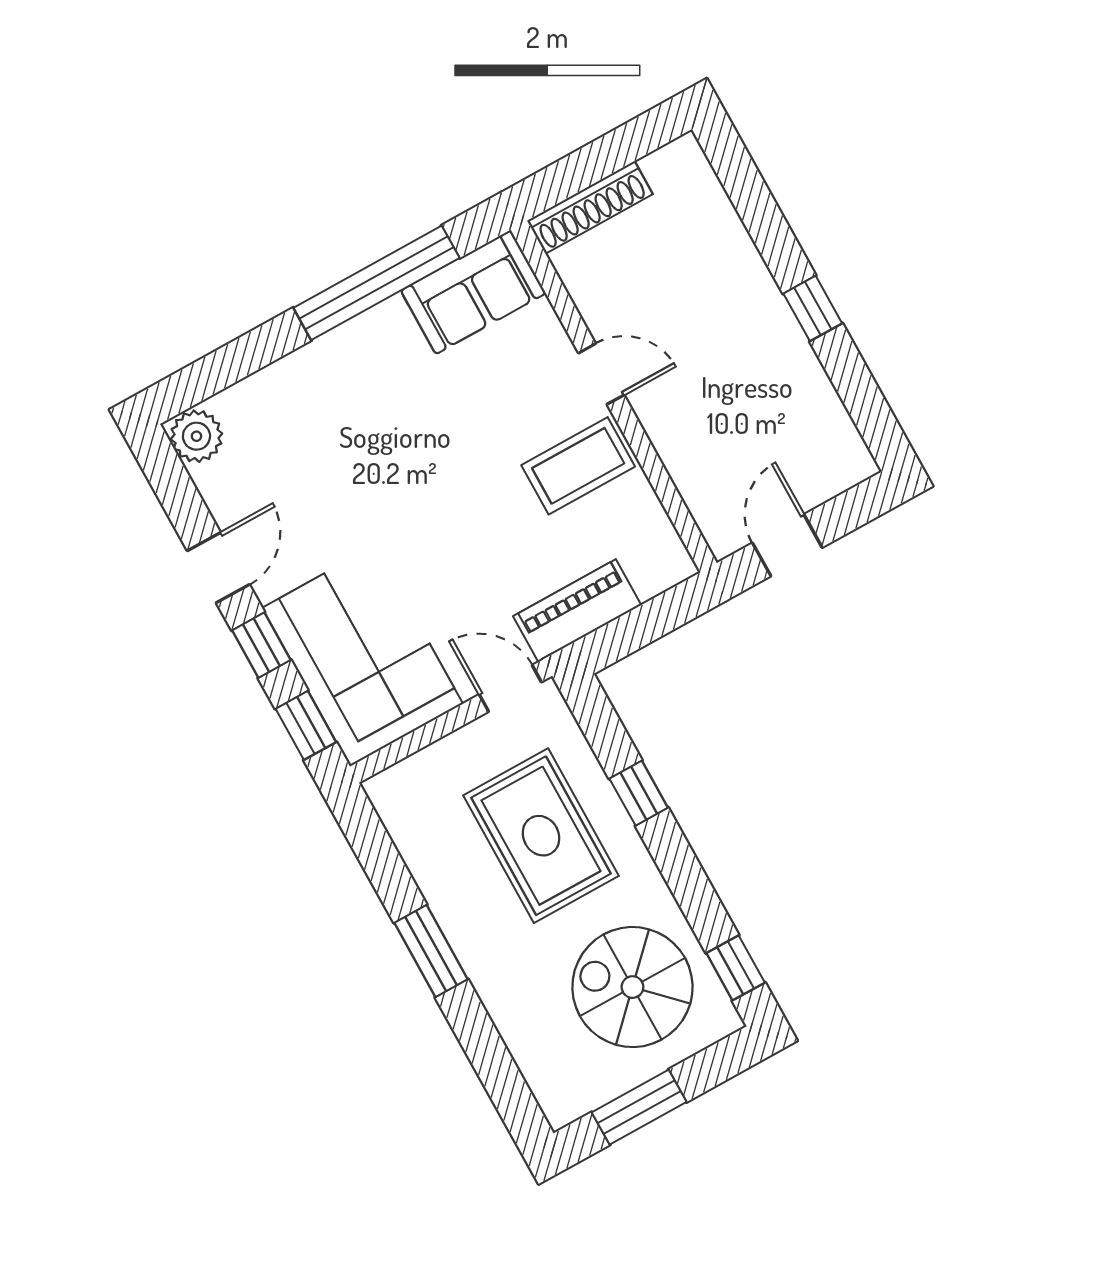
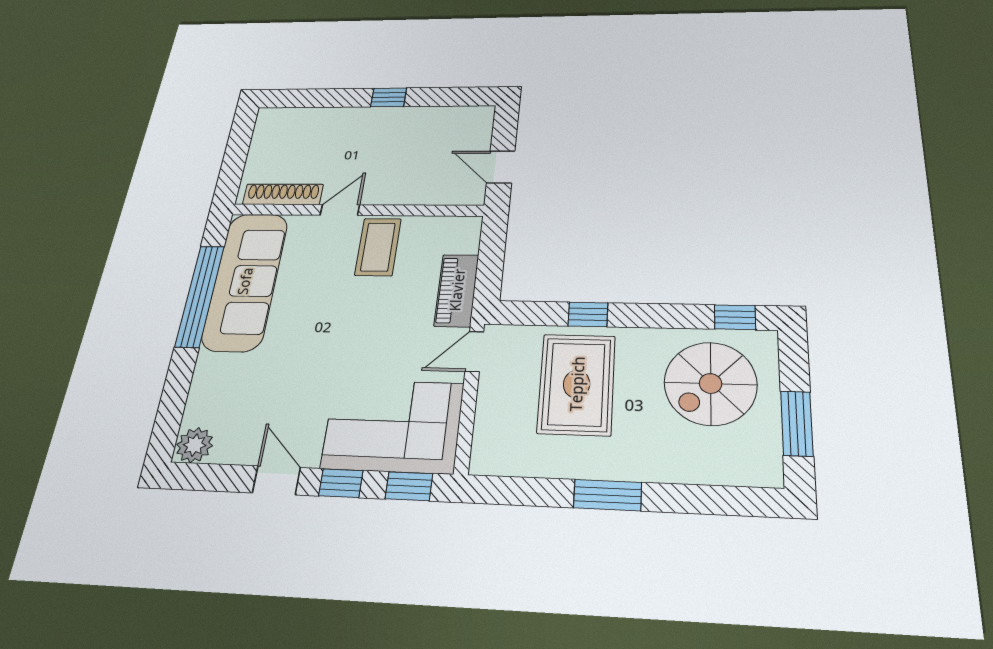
shoe rack: (590, 207) -> (283, 194), moved, turned -90
sofa: (473, 292) -> (245, 281), width x1.85, depth x1.27
rug: (541, 836) -> (577, 384), turned 90

